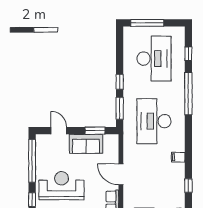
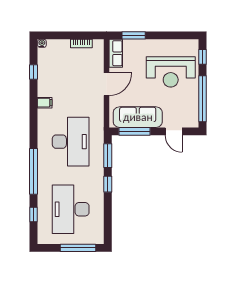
window: (95, 131) -> (135, 131), width x1.44
sofa: (86, 144) -> (138, 117), width x1.36
door: (121, 174) -> (106, 84), hinge flipped

